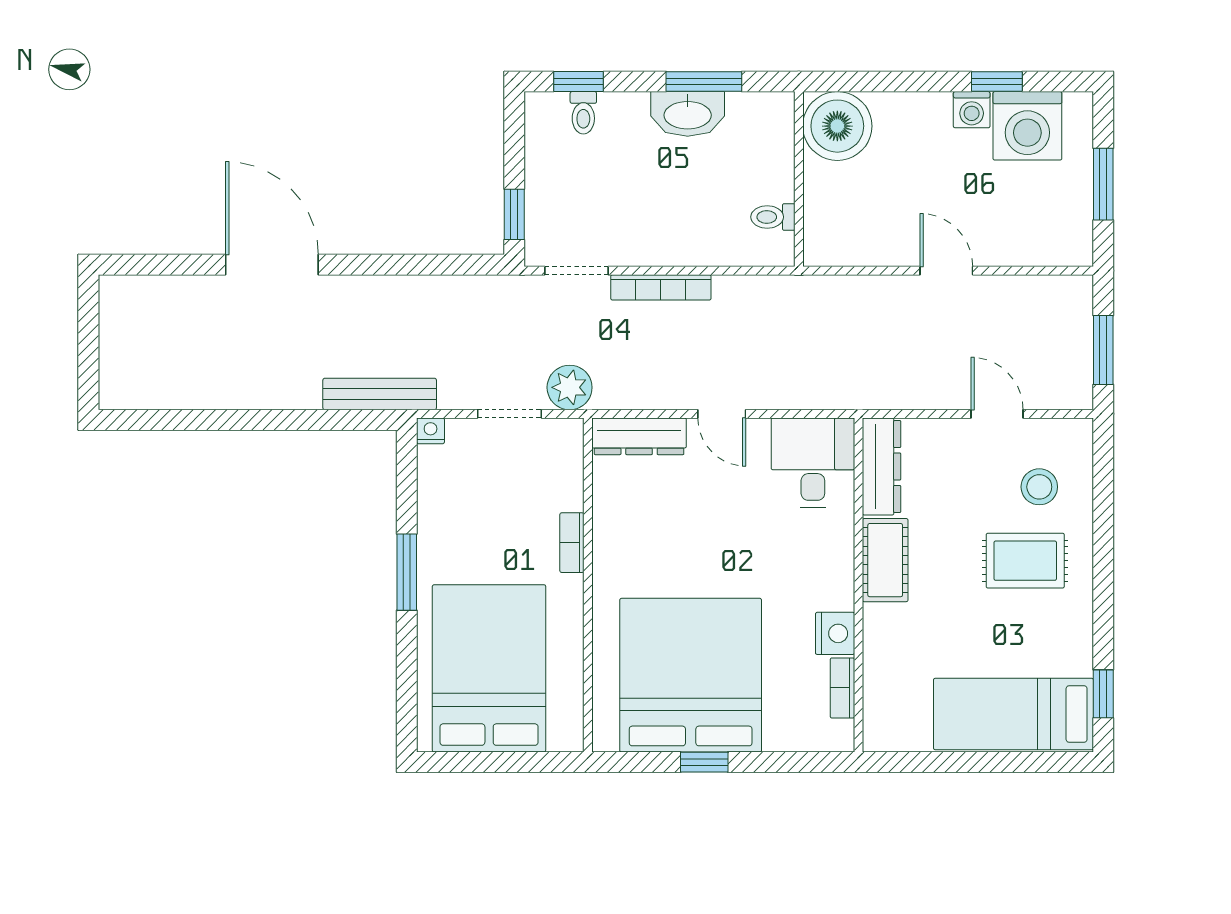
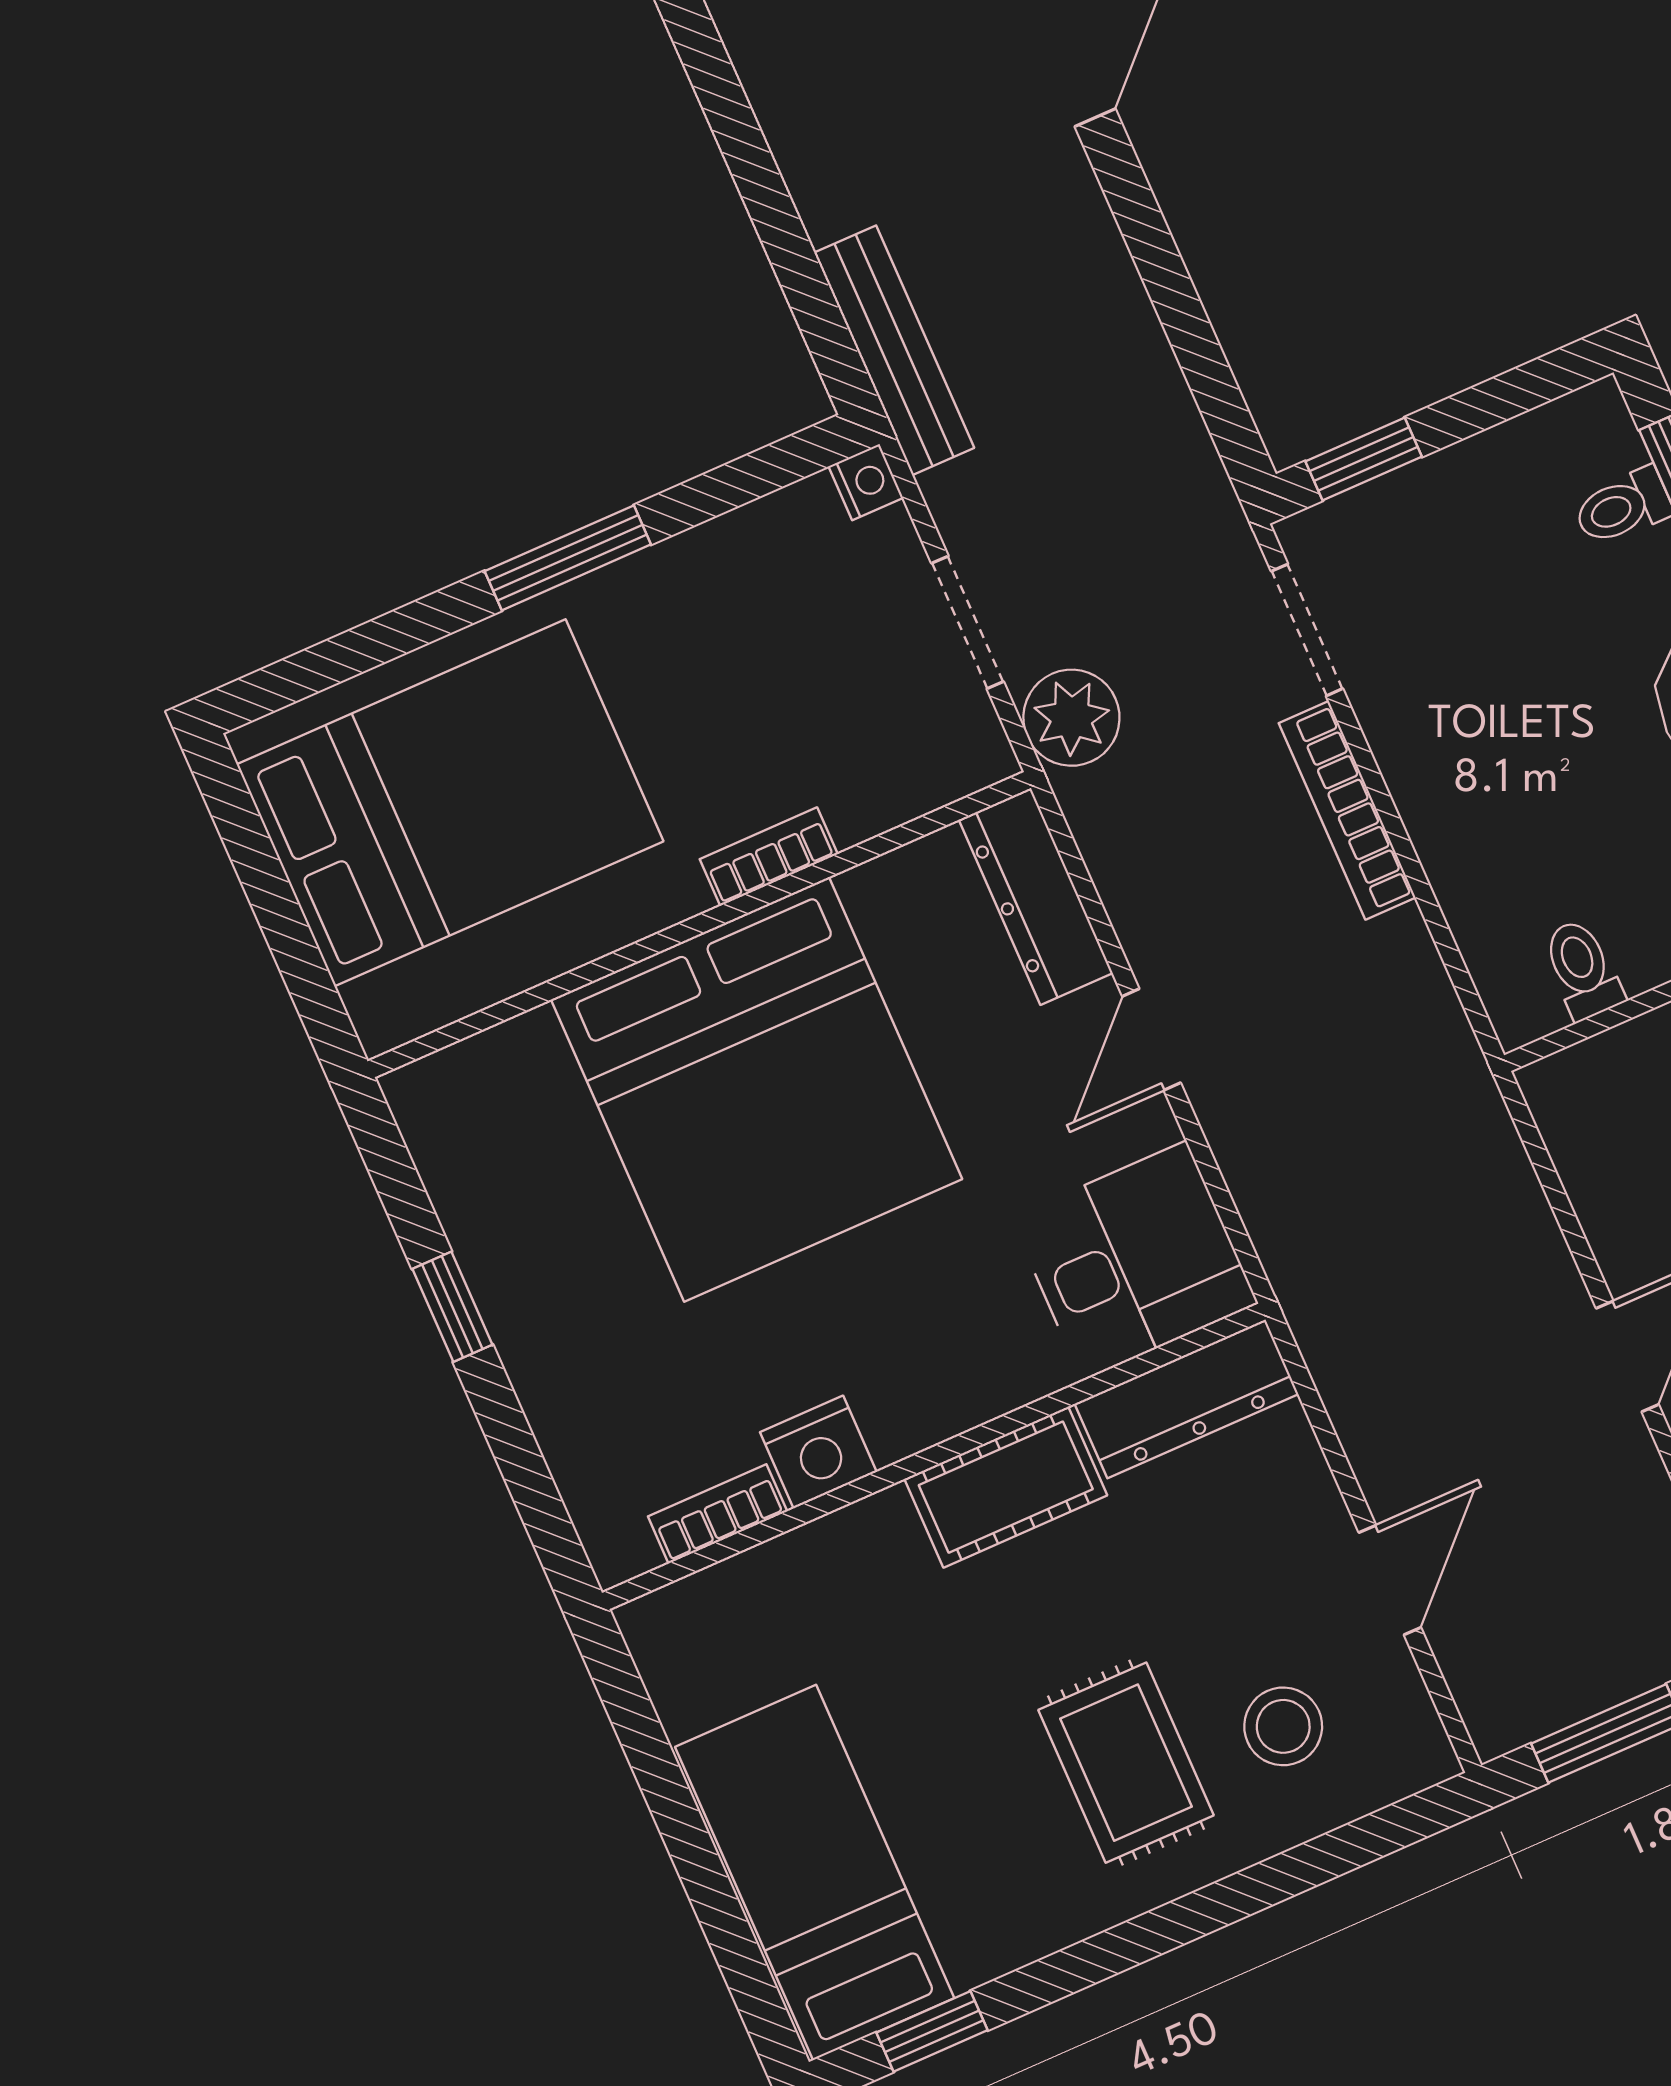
bed: (691, 675) -> (757, 1089), moved, turned 90

